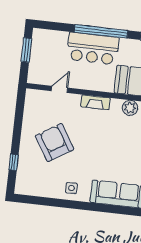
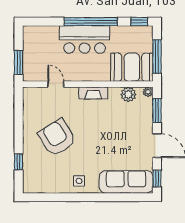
window: (26, 50) -> (19, 63), moved
door: (59, 89) -> (56, 84), hinge flipped

